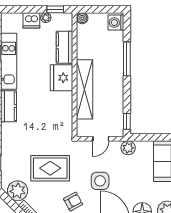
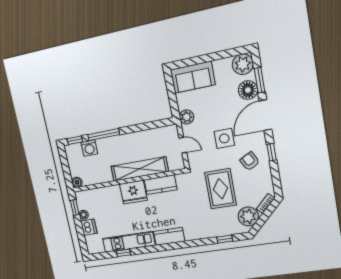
washing machine: (116, 23) -> (89, 148), moved
kitchen counter: (65, 47) -> (161, 185), moved
window: (127, 121) -> (75, 140), moved

